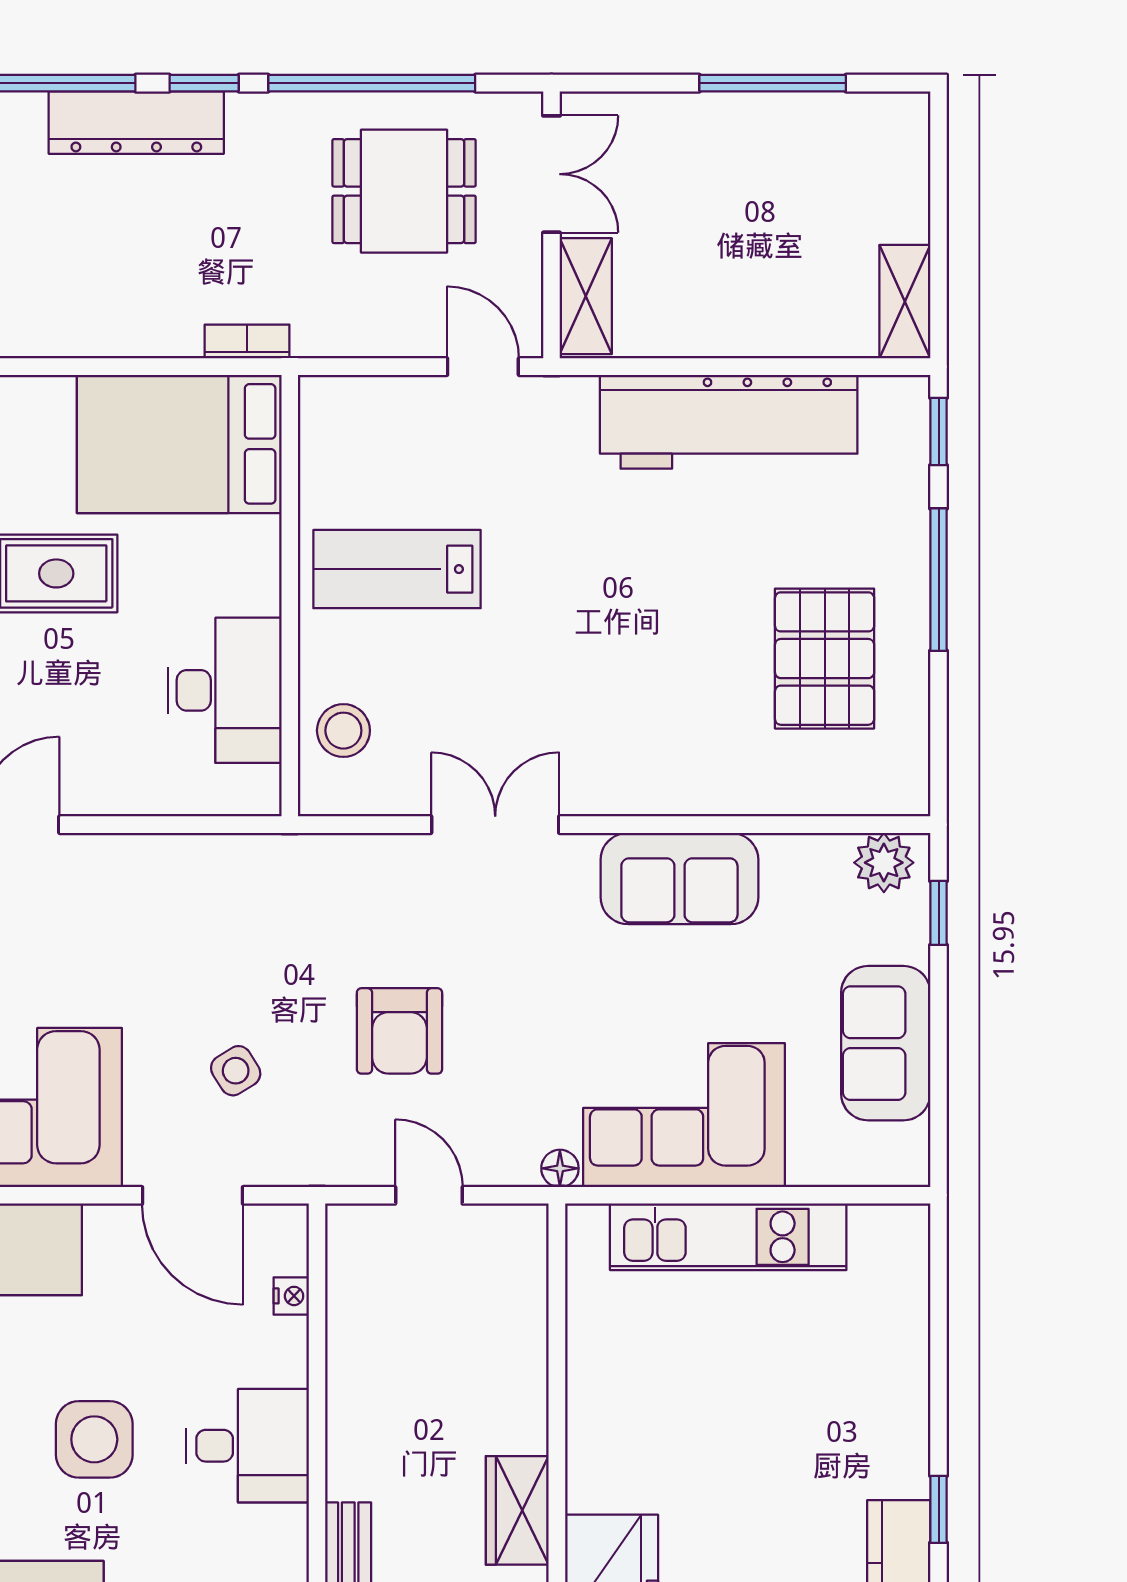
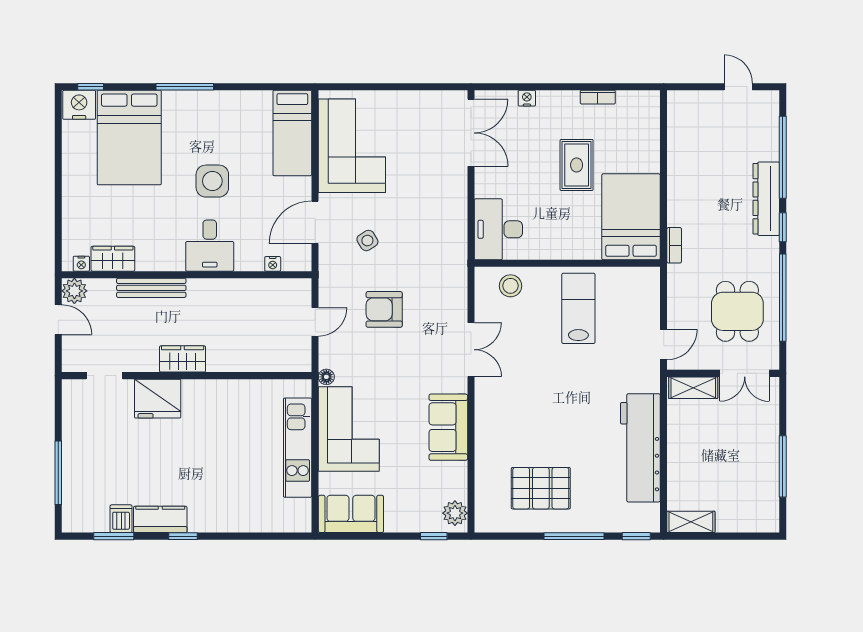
desk: (225, 690) -> (498, 229), moved, turned 90
sofa: (886, 1043) -> (351, 514), moved

